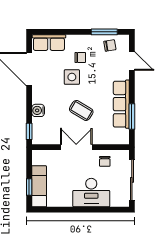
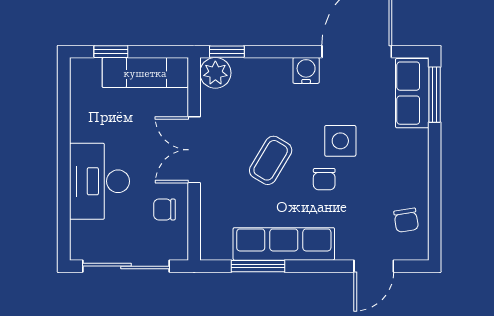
window: (104, 32) -> (435, 95), moved
chair: (80, 57) -> (324, 179), moved
water cooler: (38, 110) -> (306, 70), moved
plant: (39, 137) -> (215, 73), added
double door: (76, 147) -> (194, 150), swing flipped
exam couch: (39, 186) -> (145, 73), moved

